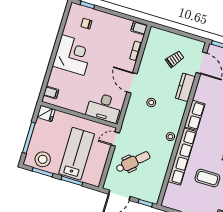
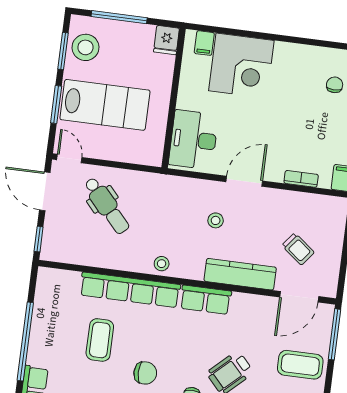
corner desk: (73, 55) -> (241, 66), moved
kitchen counter: (185, 87) -> (240, 274), width x1.50
door: (115, 139) -> (69, 159), moved

